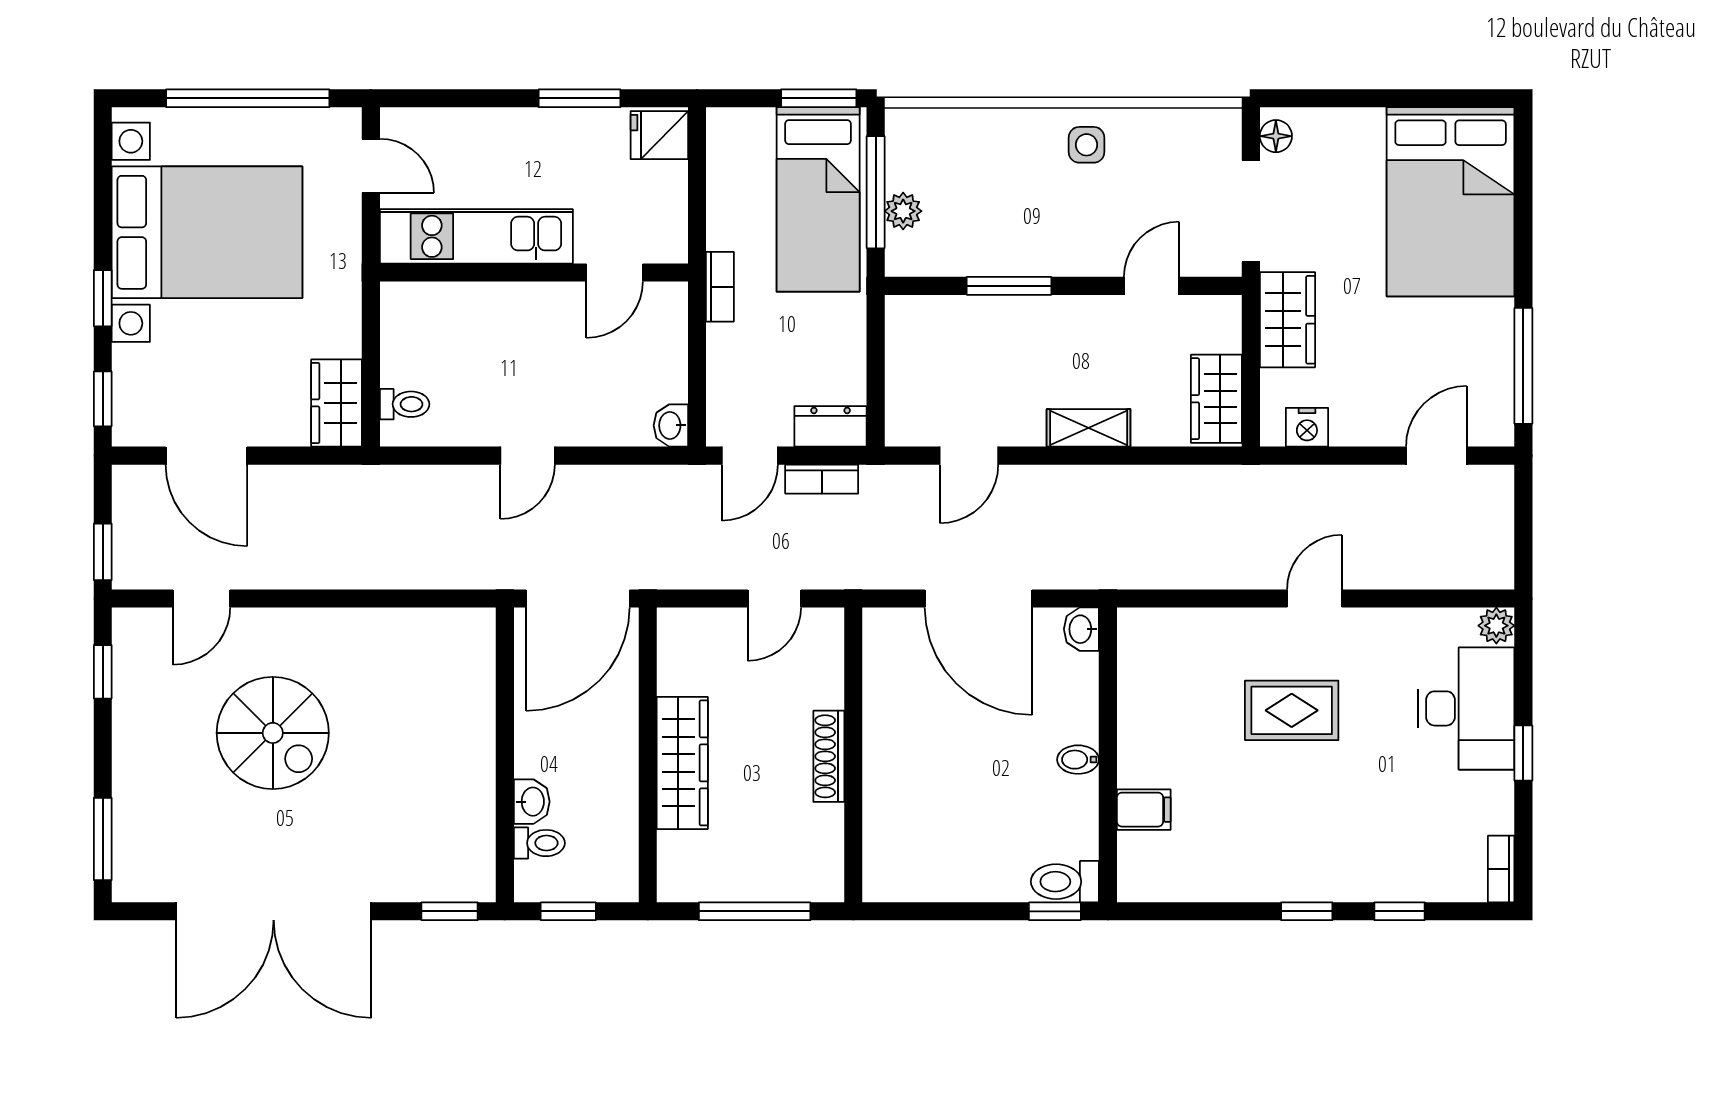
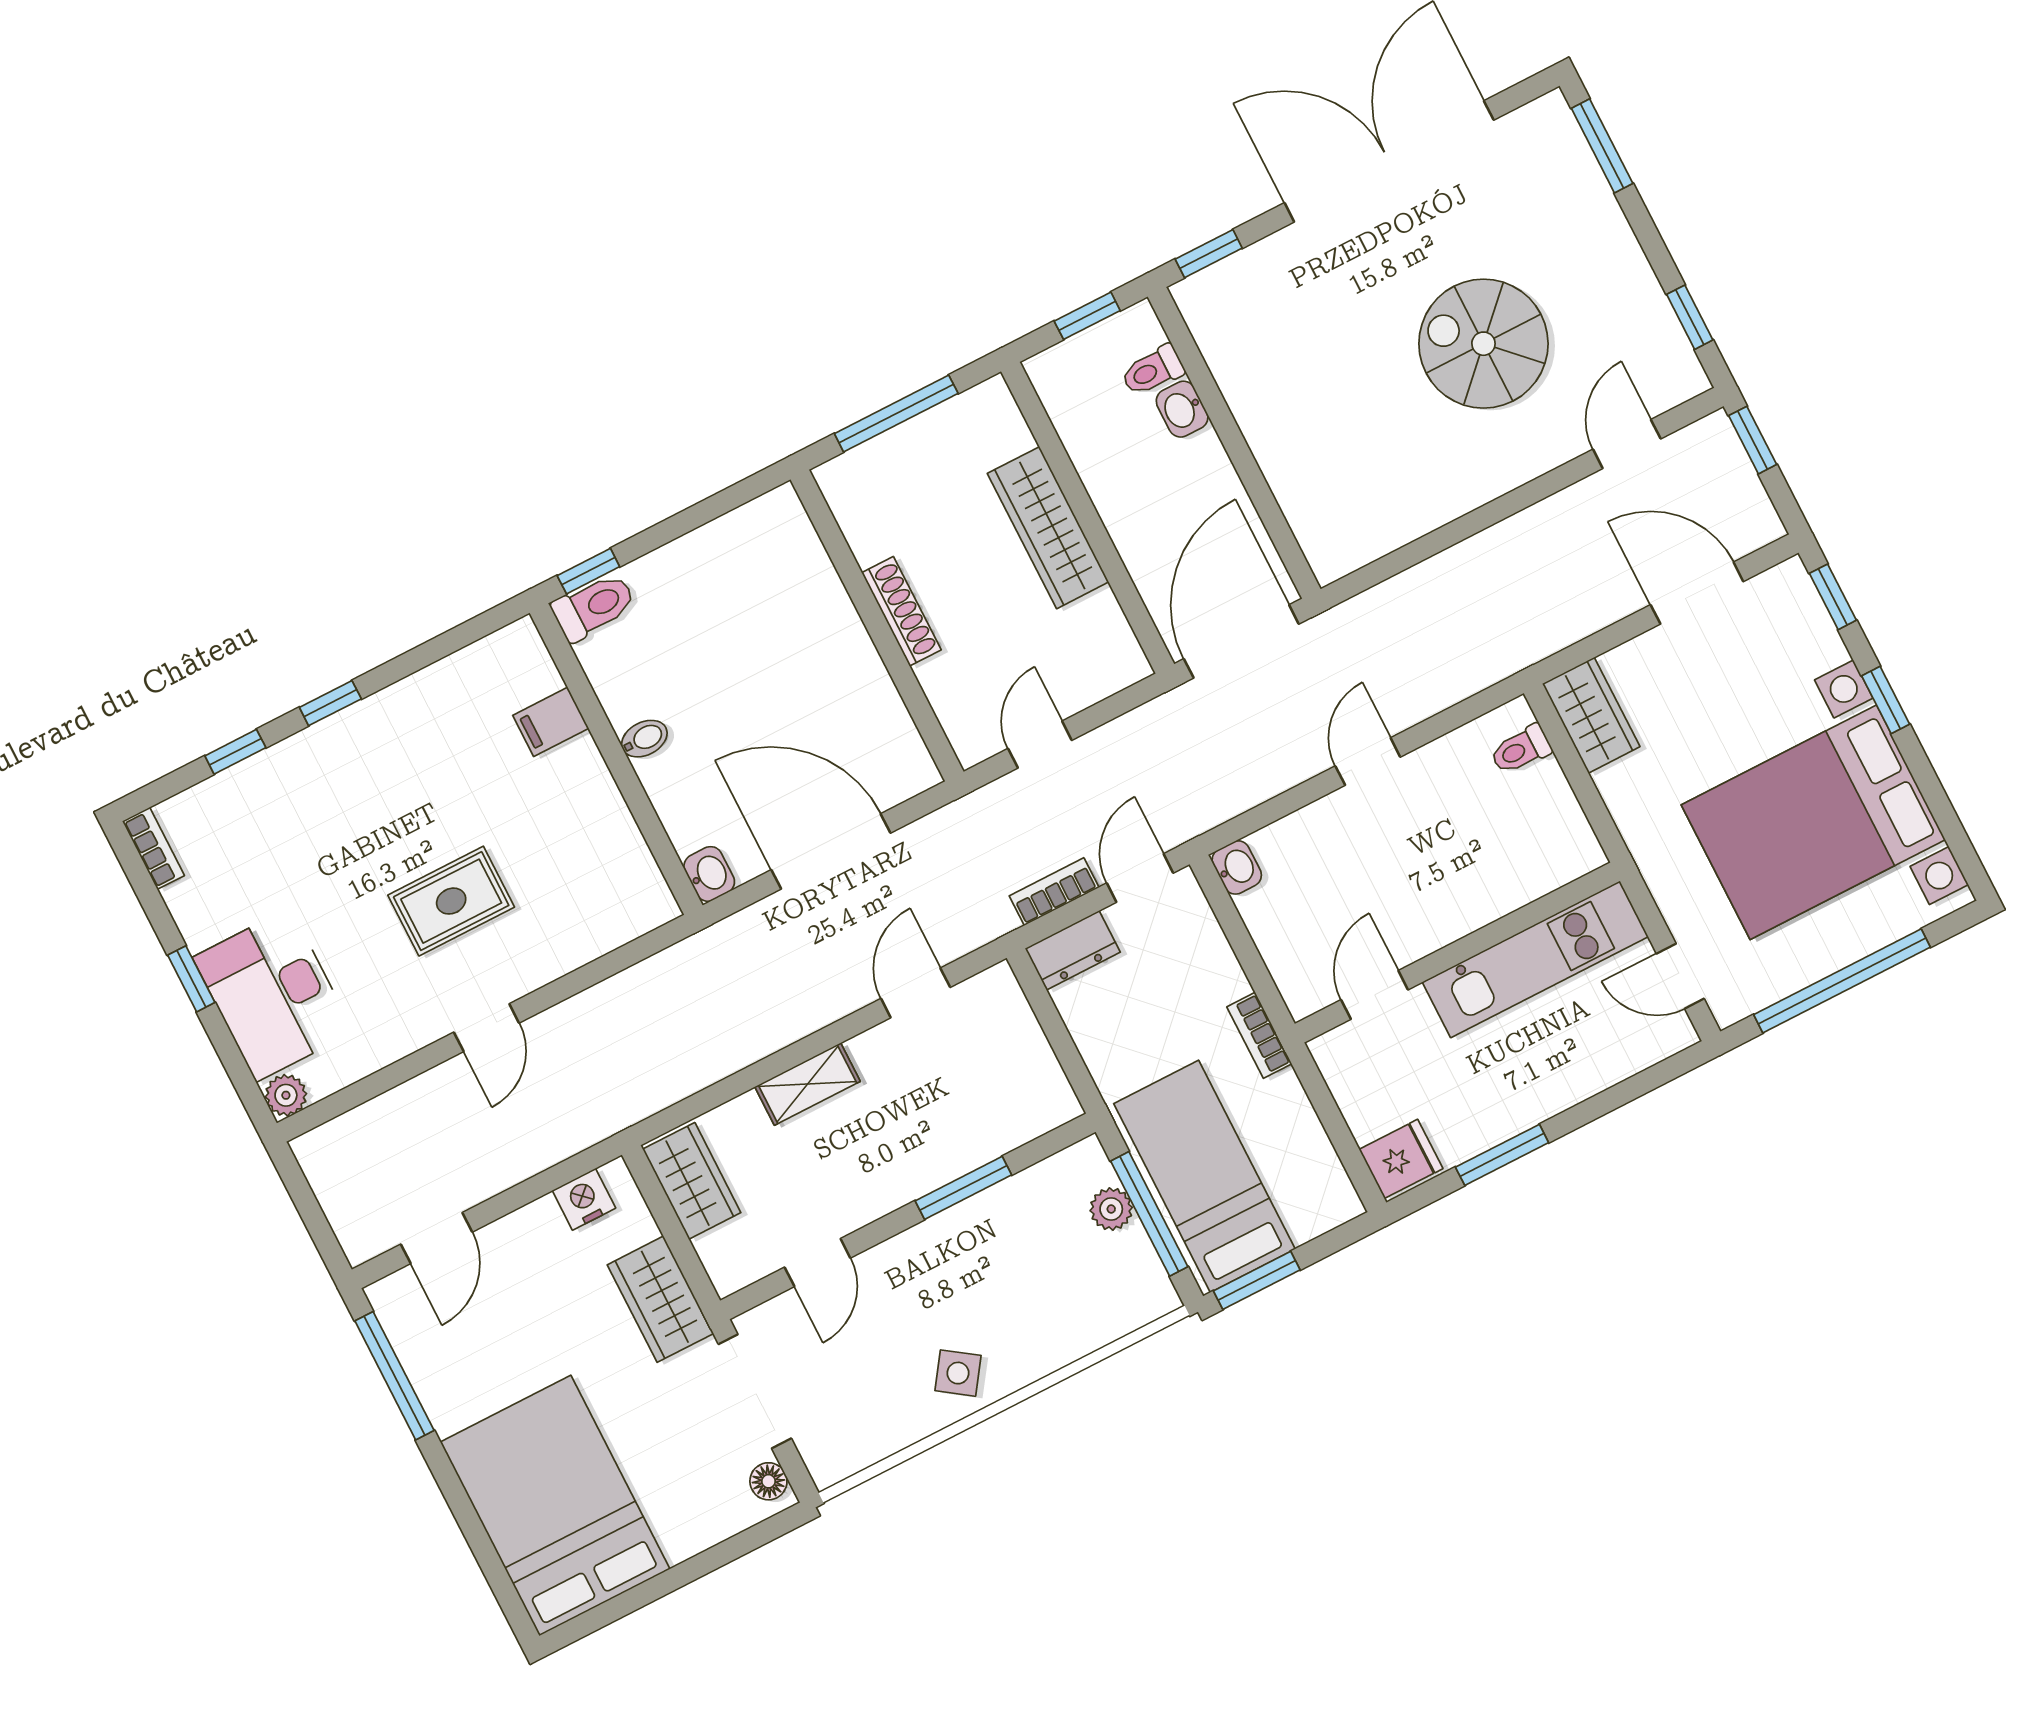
side table: (1087, 145) -> (958, 1373), turned 35

